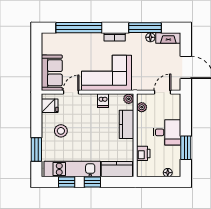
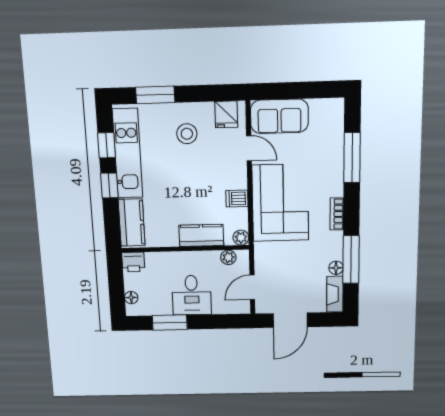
window: (79, 28) -> (352, 158), width x0.68
door: (162, 92) -> (252, 287), swing flipped
printer: (143, 153) -> (133, 262), moved

